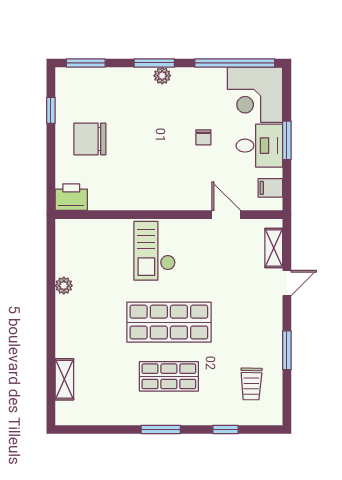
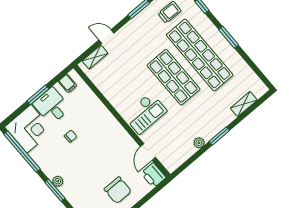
door: (226, 215) -> (148, 152), moved
window: (51, 317) -> (219, 136), added
shop shelf: (169, 376) -> (200, 55), width x2.00, depth x1.36

